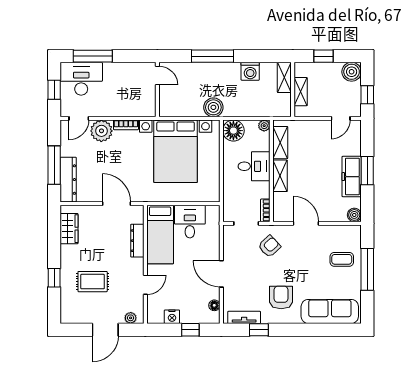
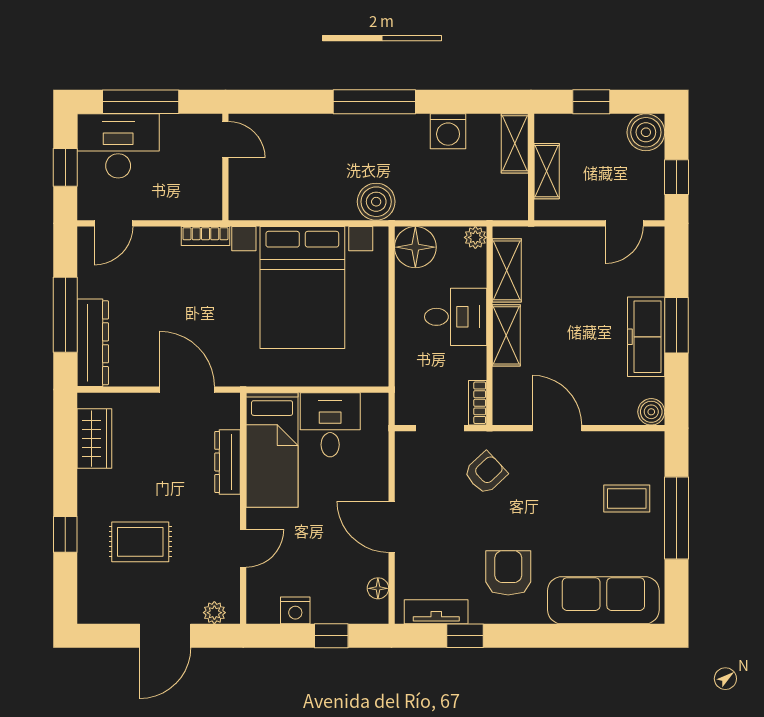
door: (157, 76) -> (225, 140), moved
wall: (157, 90) -> (225, 167), moved
plant: (101, 131) -> (158, 248), removed

